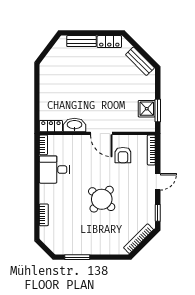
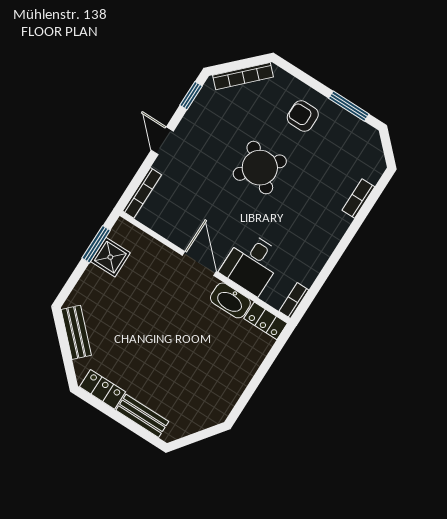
armchair: (123, 155) -> (303, 116), moved, turned -90
desk: (54, 170) -> (252, 263), moved, turned 90
door: (158, 182) -> (162, 141), hinge flipped

